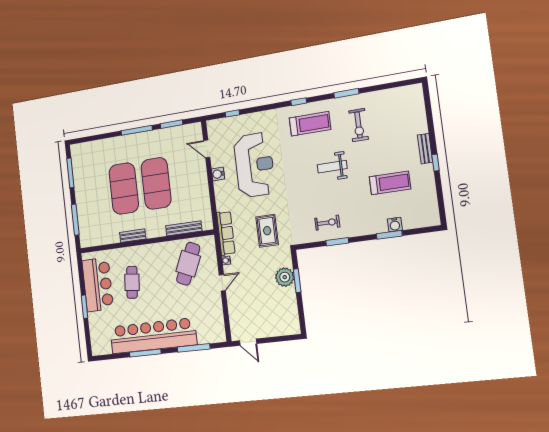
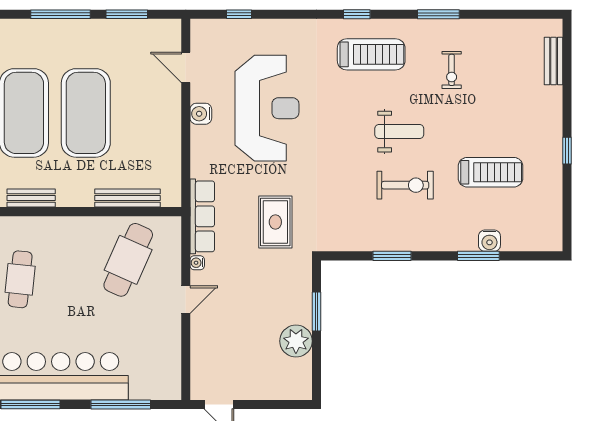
exercise bike: (359, 125) -> (452, 70), width x0.73, depth x0.72
bench: (425, 149) -> (554, 61), moved
weight bench: (332, 167) -> (399, 132), turned 180
exercise bike: (327, 223) -> (405, 185), moved, width x1.38, depth x1.39
plant: (285, 277) -> (296, 341), moved

